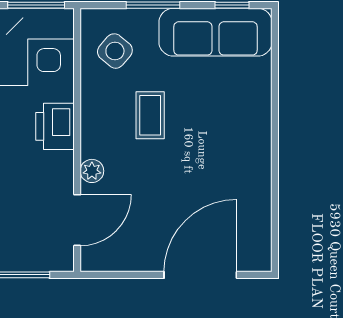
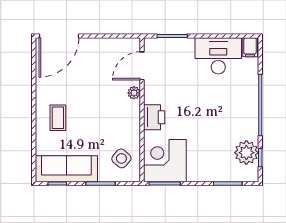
coffee table: (150, 115) -> (58, 118), moved
door: (200, 275) -> (59, 36), moved

